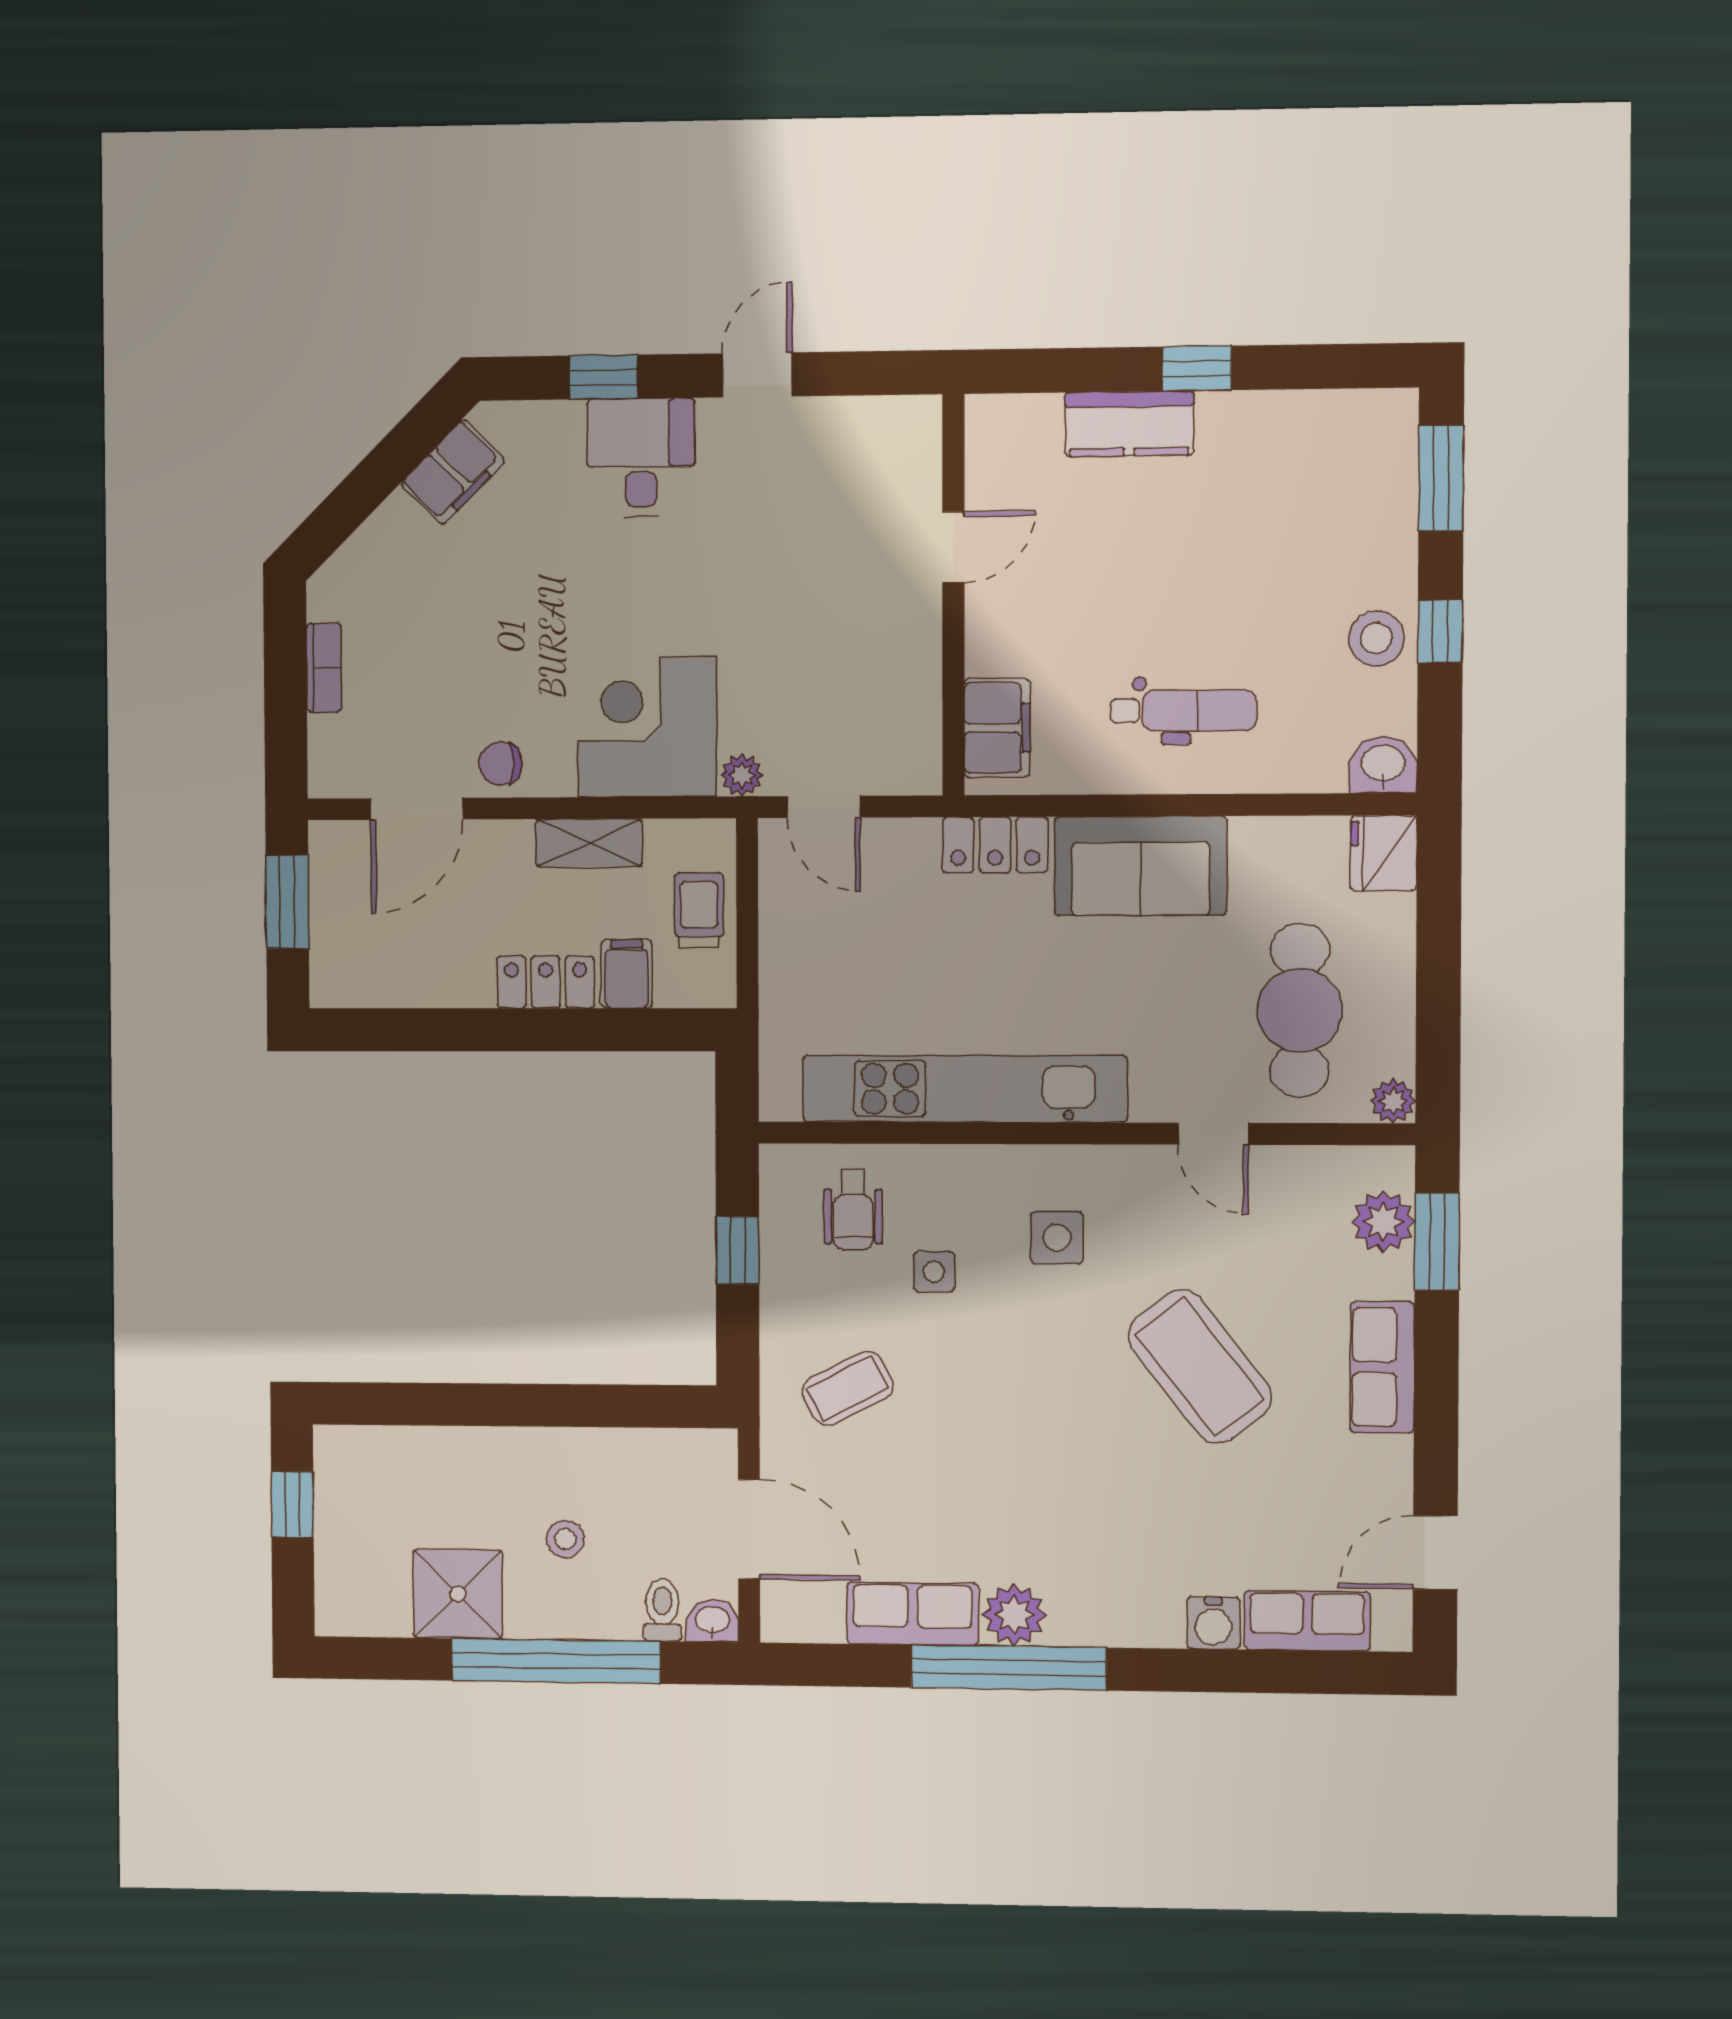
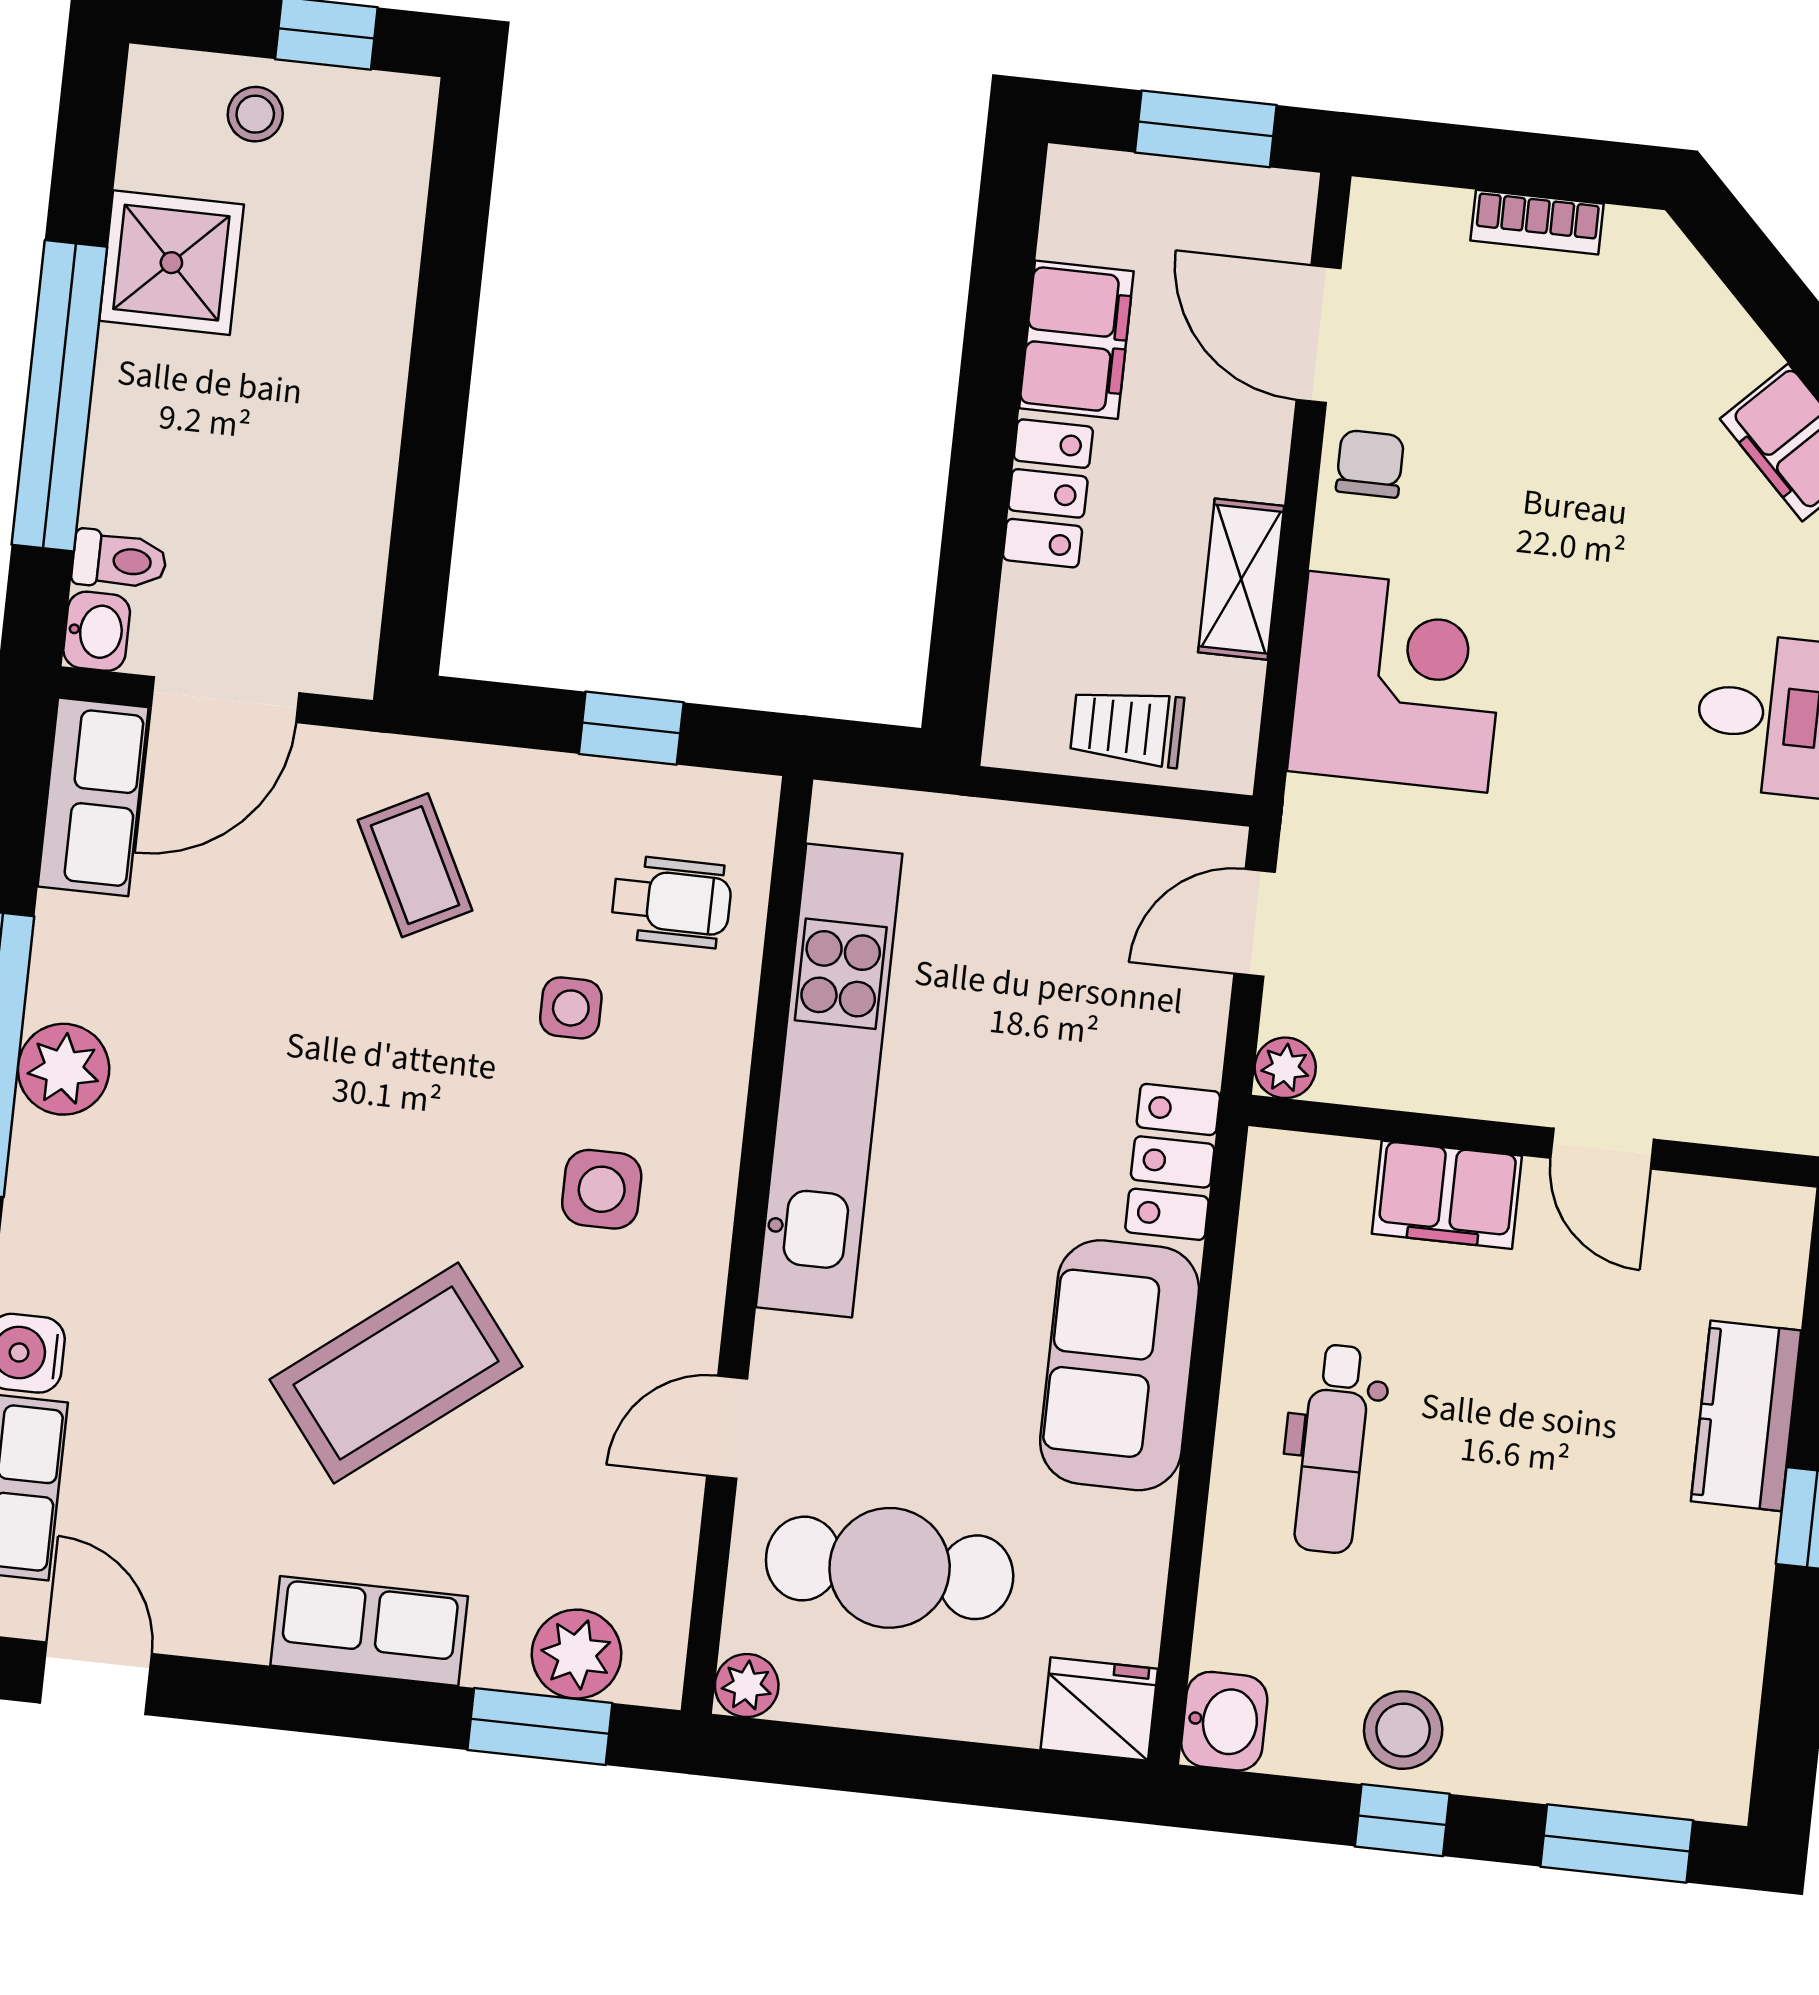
filing cabinet: (997, 728) -> (1447, 1195), moved
plant: (742, 775) -> (1285, 1068), moved
trolley: (699, 910) -> (1127, 727), turned 180
filing cabinet: (627, 974) -> (1076, 340), moved, width x2.00
wheelchair: (853, 1210) -> (671, 902), turned 180
stool: (565, 1539) -> (255, 114), moved
row of seats: (913, 1614) -> (93, 797), moved

